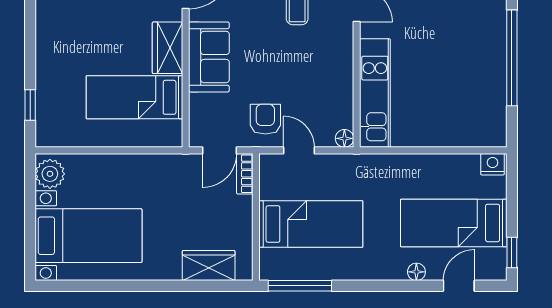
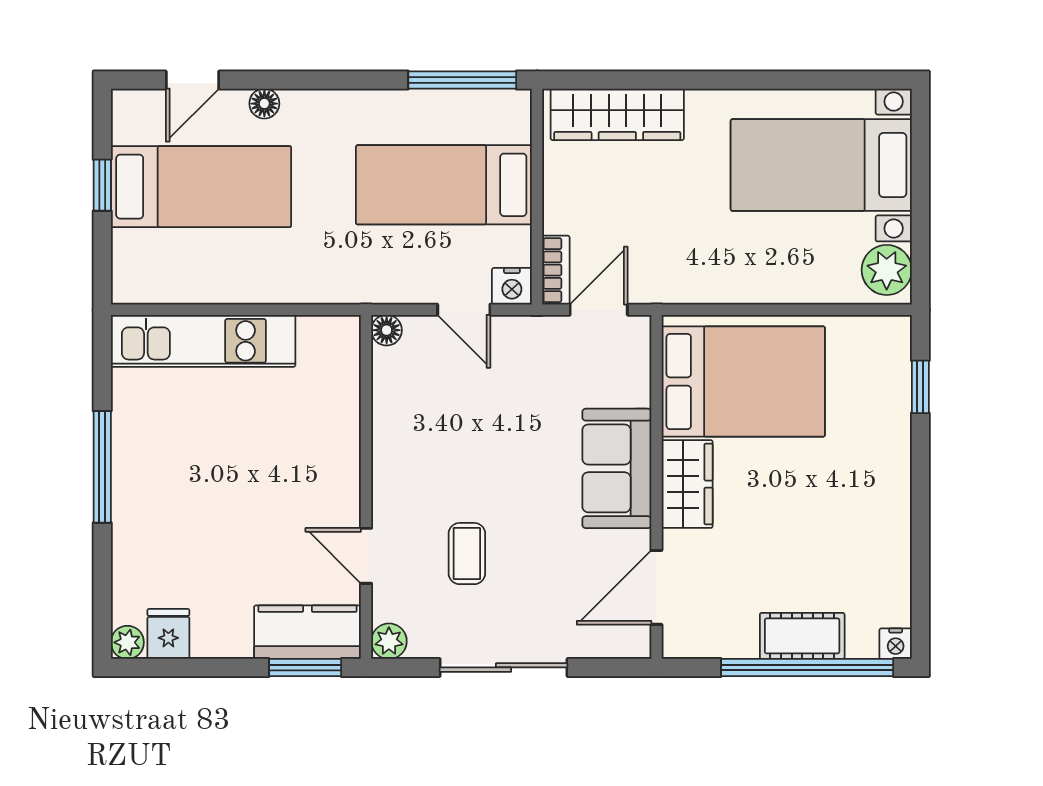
window: (512, 58) -> (102, 467), width x0.68
kitchen unit: (375, 93) -> (203, 341), moved, turned -90
bed: (134, 97) -> (743, 382), width x1.50
armchair: (265, 119) -> (521, 363), removed
nightstand: (492, 164) -> (512, 286), moved
window: (512, 252) -> (102, 185), moved
wardrobe: (209, 266) -> (617, 114), width x1.50

